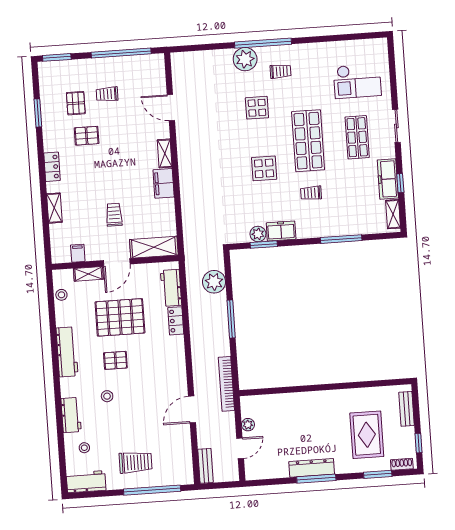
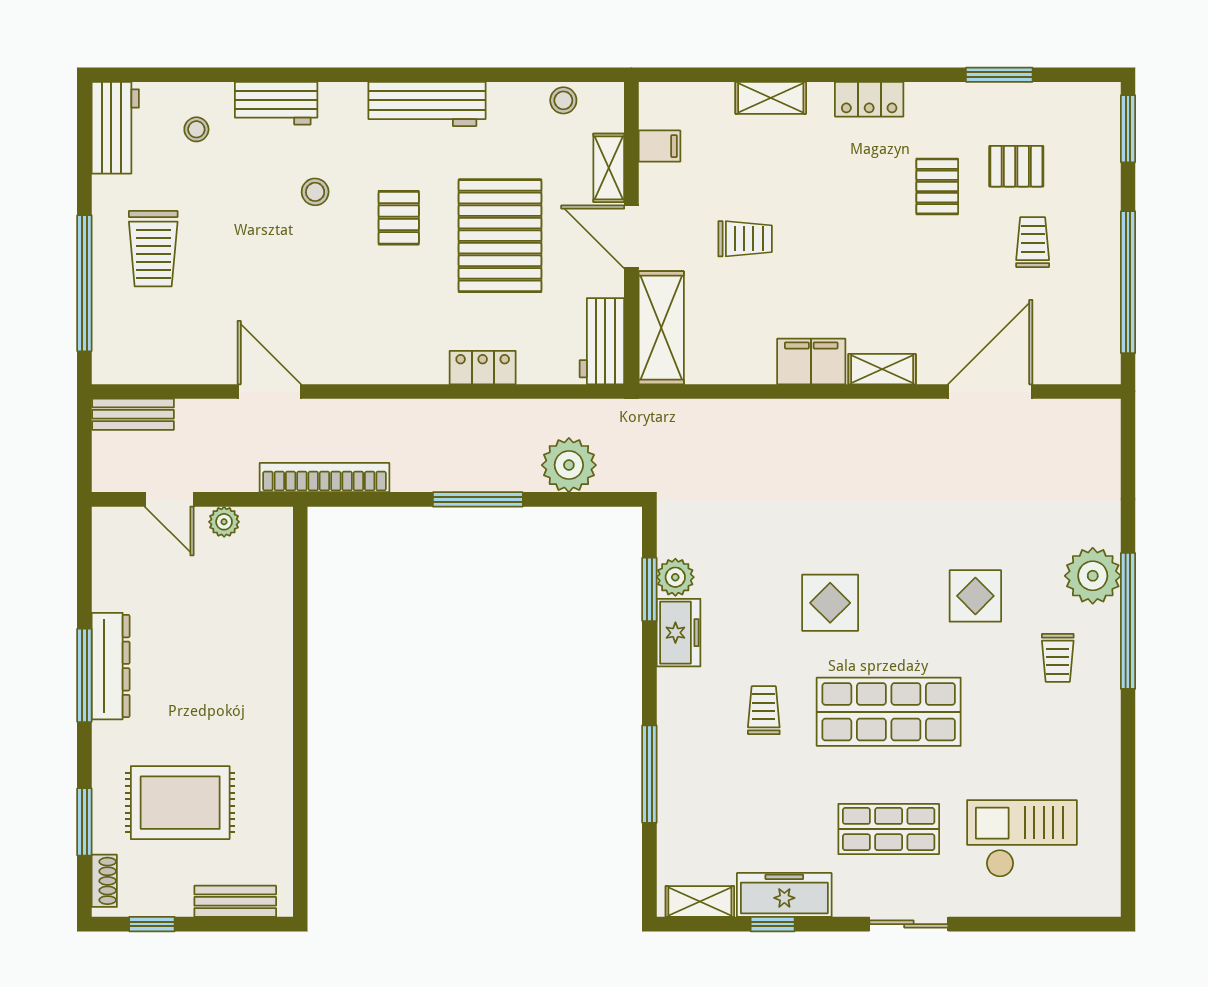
checkout: (357, 81) -> (1022, 839), turned 90
door: (171, 108) -> (990, 391), width x1.36
workbench: (171, 288) -> (602, 341), moved, turned -90

